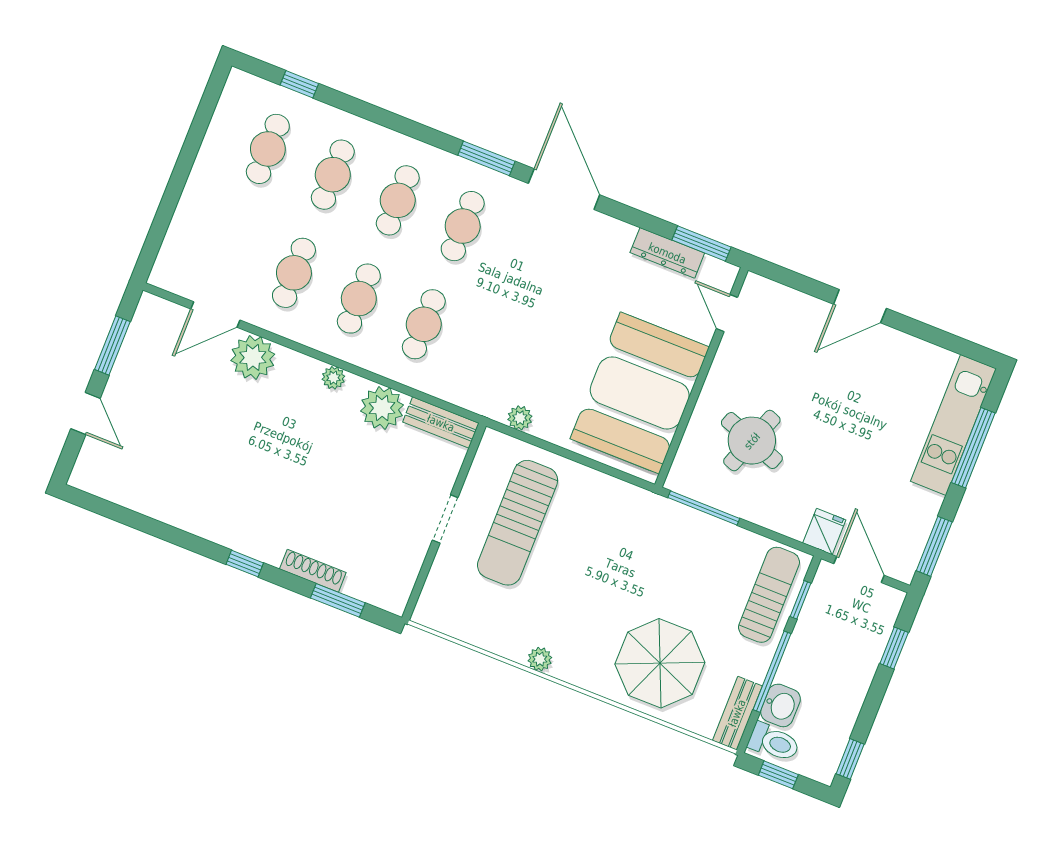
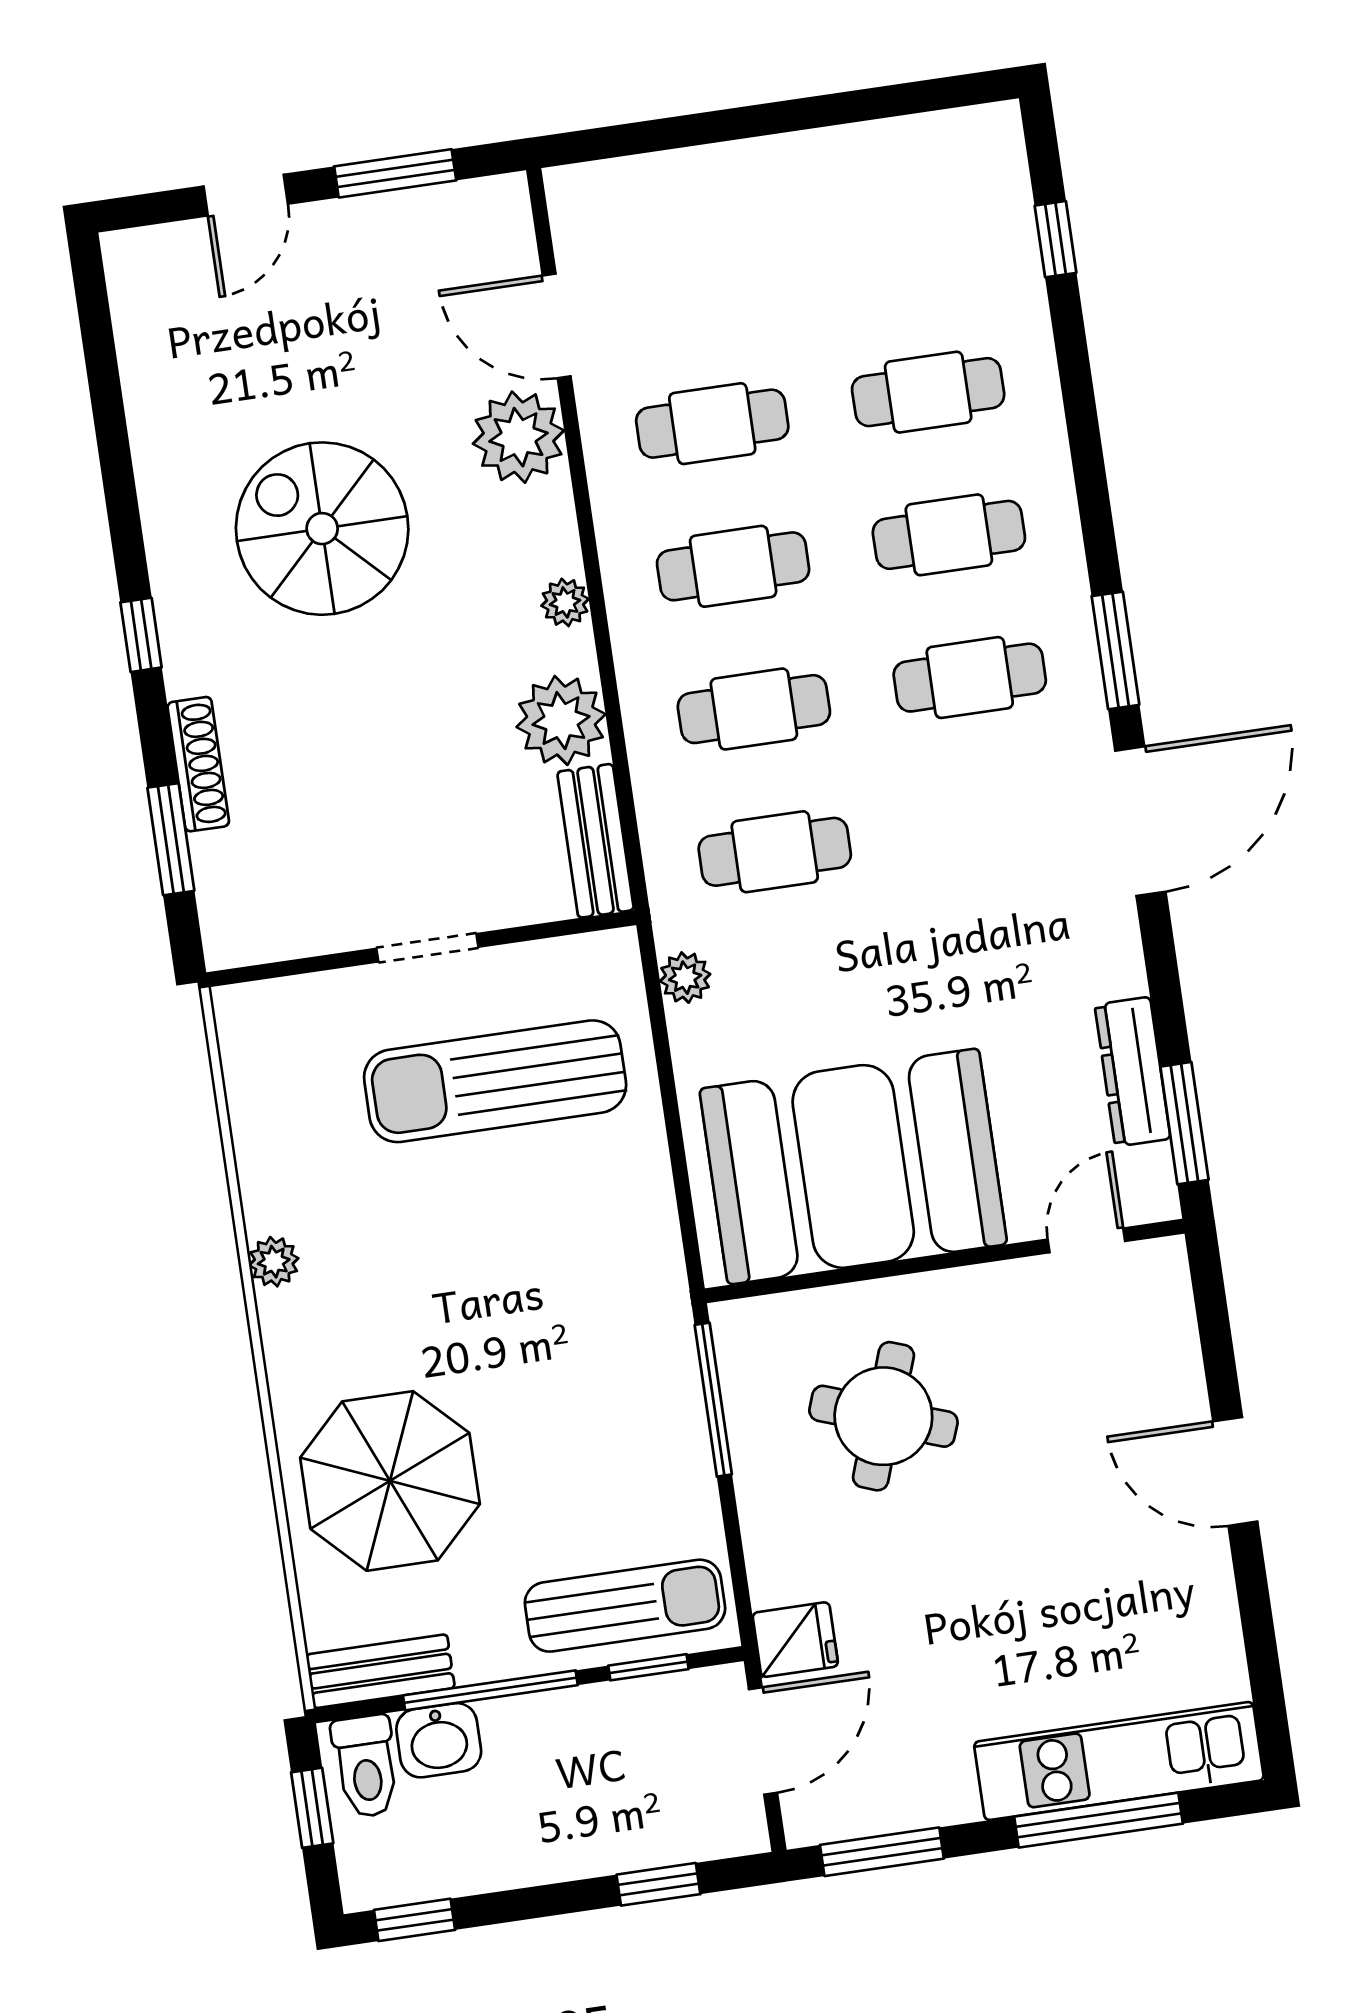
cafe table: (268, 149) -> (775, 852), moved
spiral stairs: (244, 462) -> (322, 529), added

